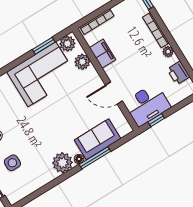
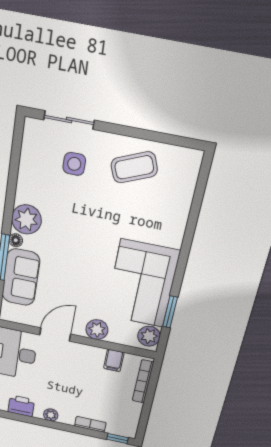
bookcase: (156, 30) -> (90, 424), width x0.64
filing cabinet: (103, 54) -> (114, 360), width x0.50
plant: (82, 62) -> (97, 330), moved

